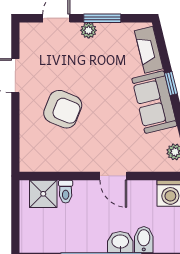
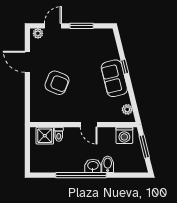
plant: (89, 30) -> (38, 33), moved
fireplace: (149, 50) -> (111, 46), removed

